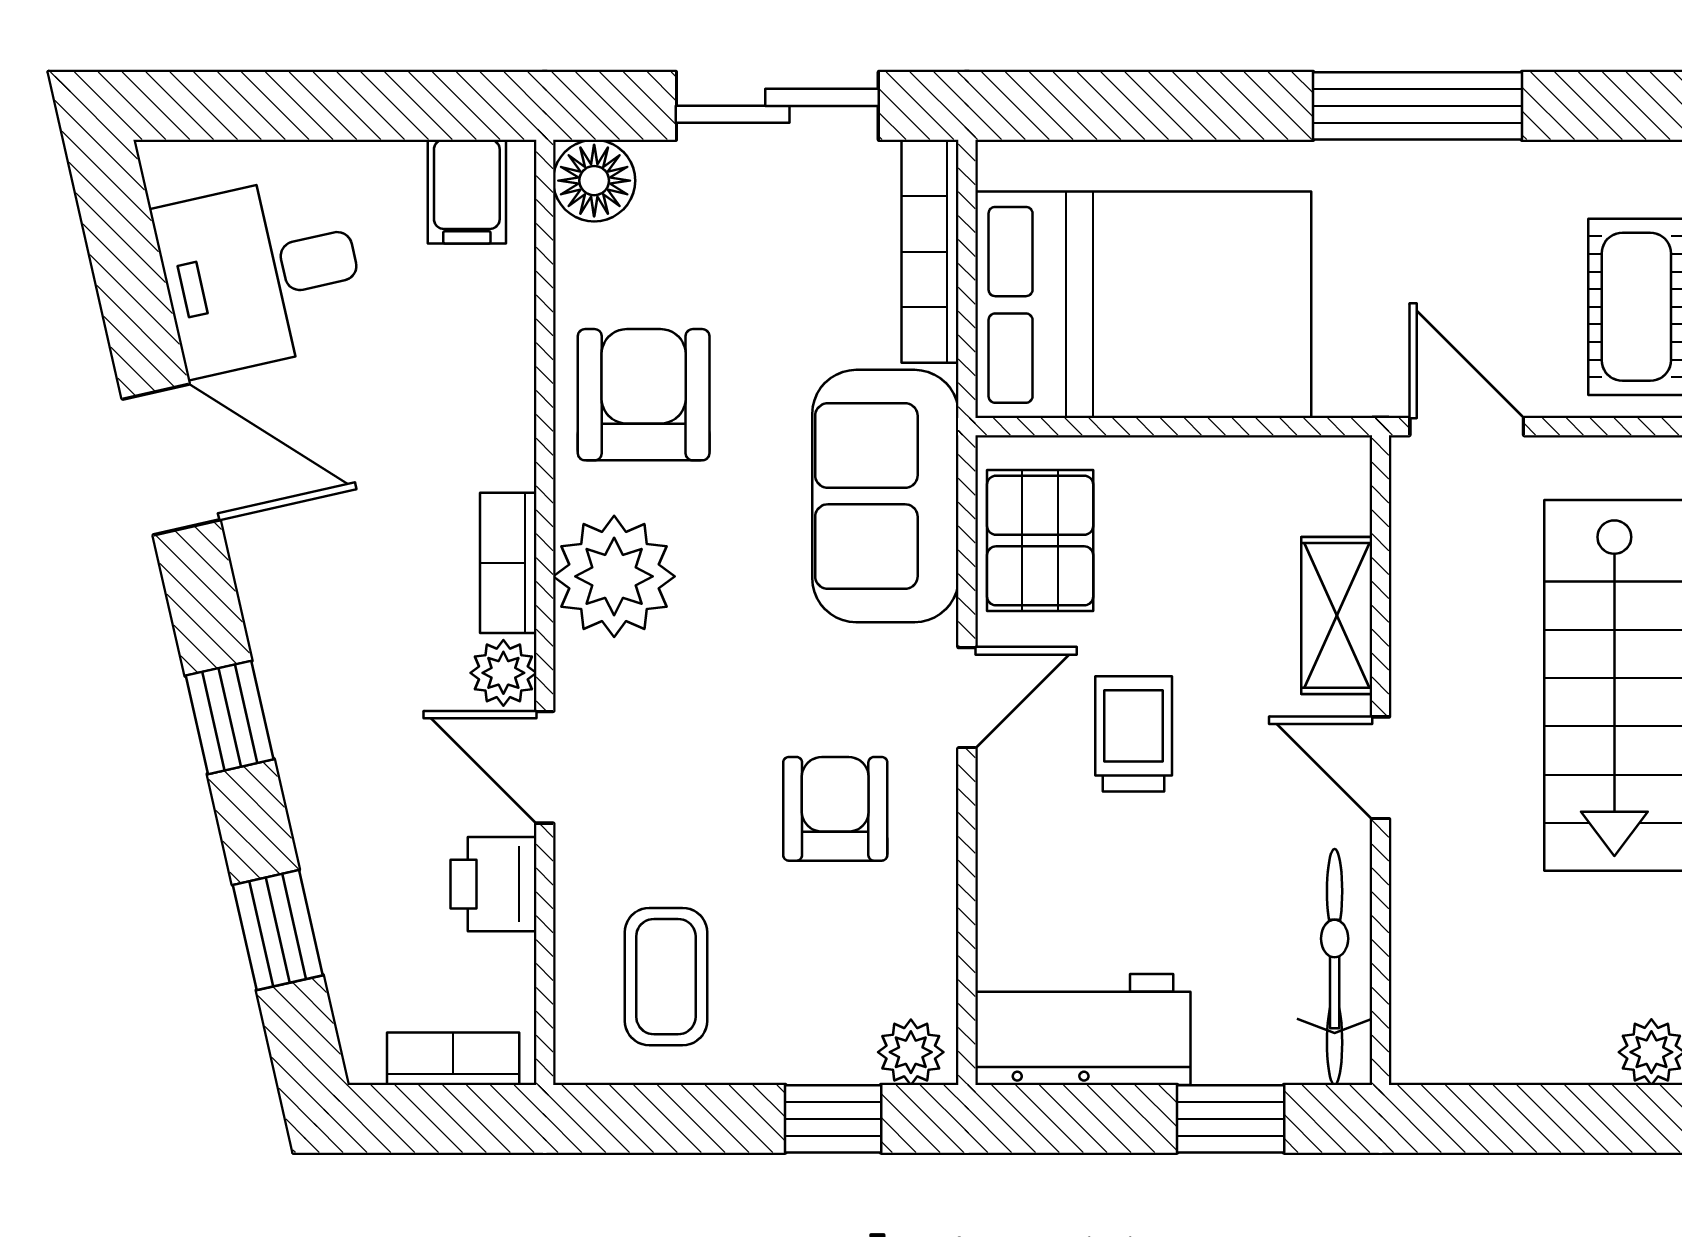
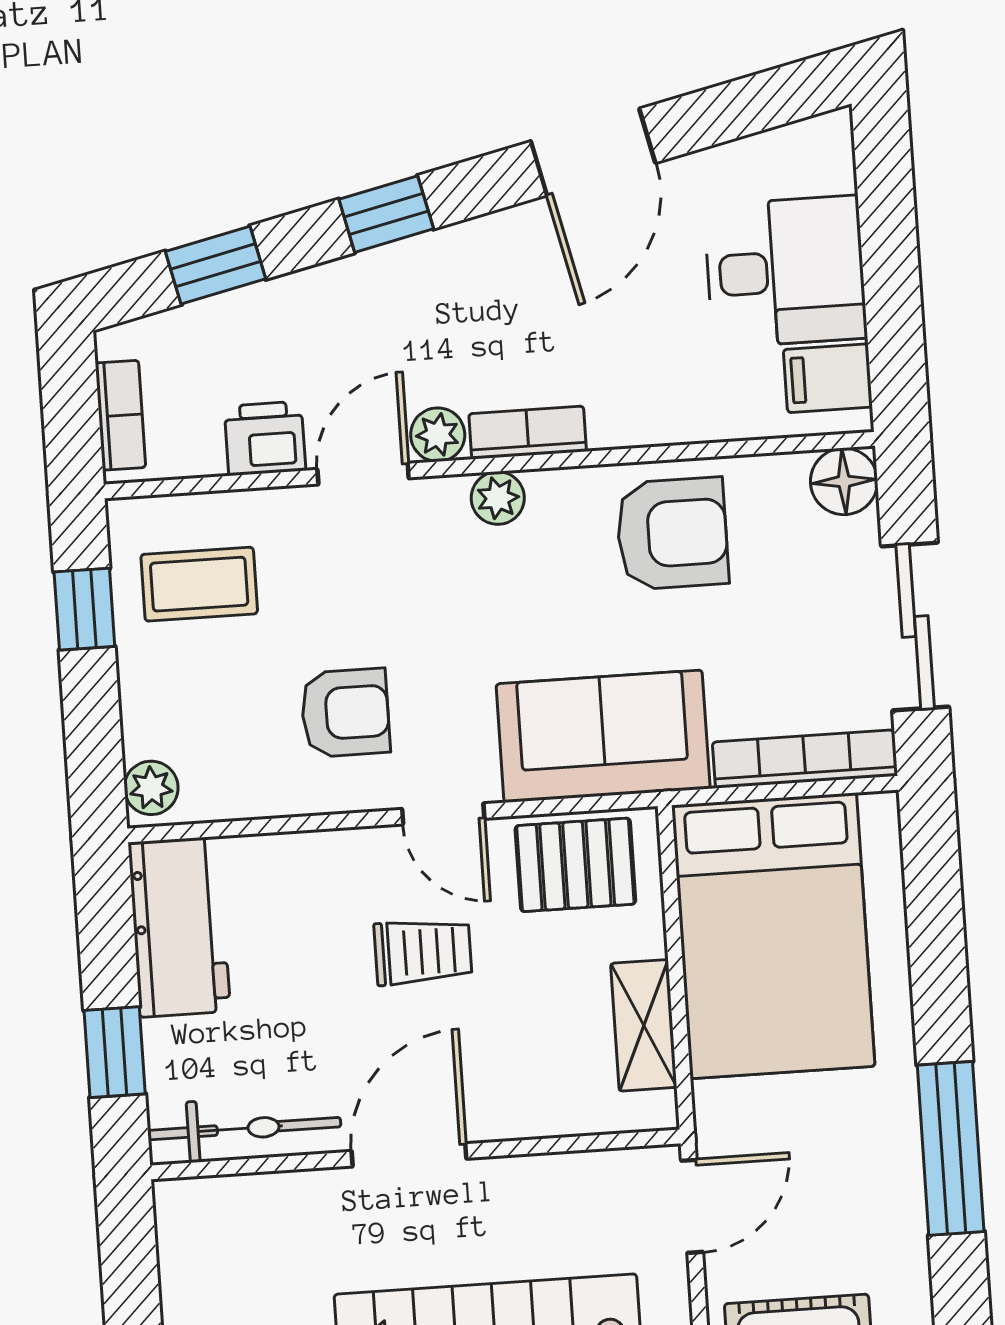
desk: (261, 274) -> (785, 272), moved, turned 103
plant: (614, 576) -> (498, 498), width x0.53, depth x0.53
shelving: (1337, 615) -> (644, 1025), moved, turned 90
door: (1380, 768) -> (409, 1155), width x1.38
window: (833, 1119) -> (84, 609), moved

